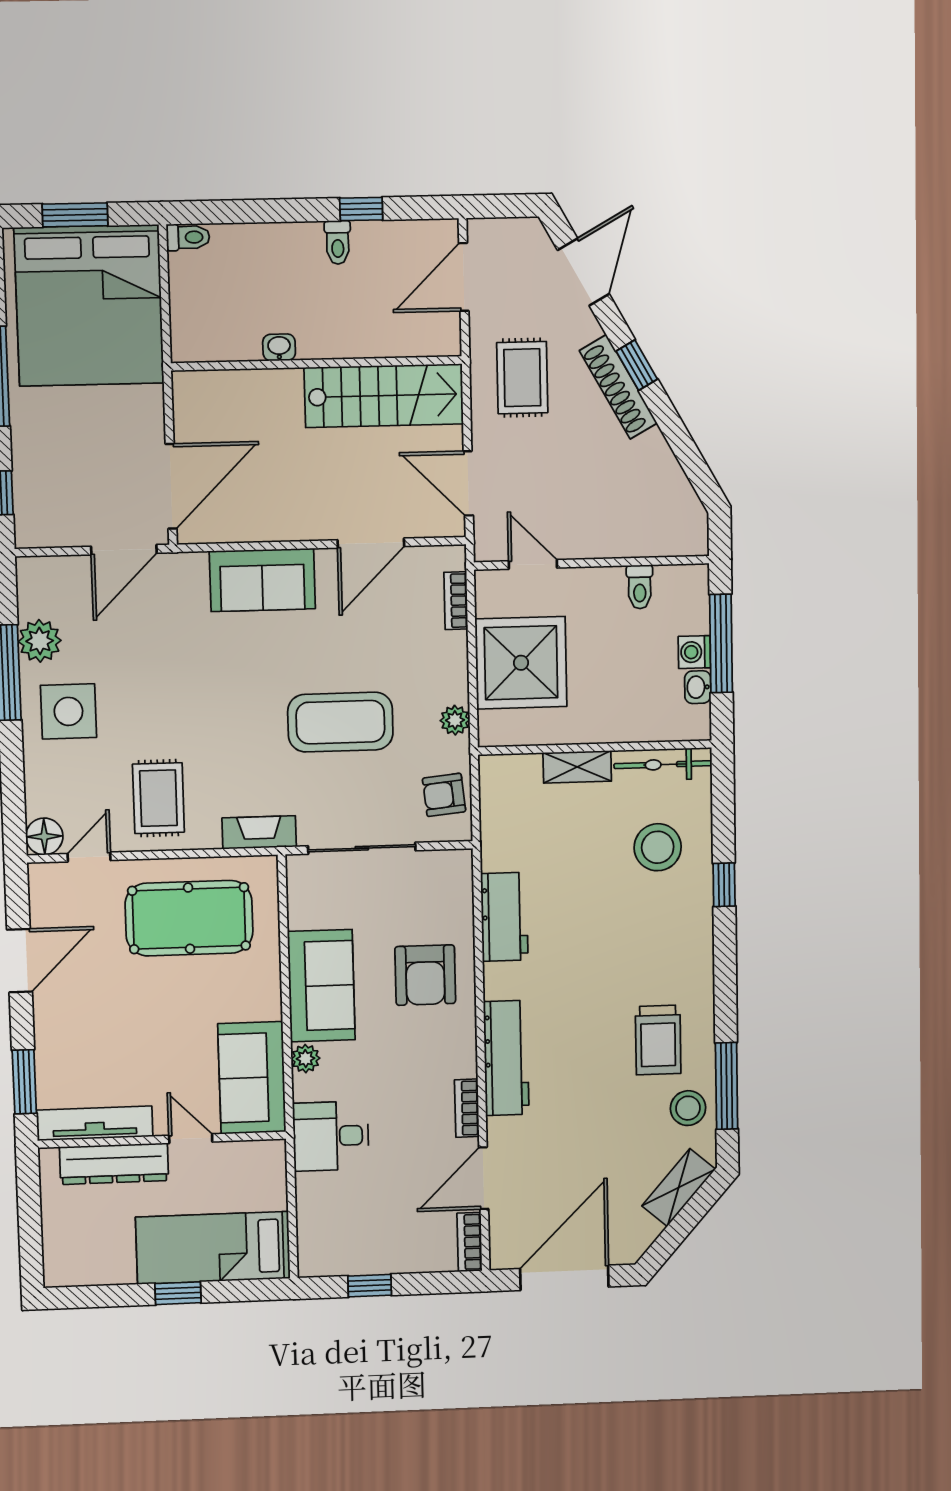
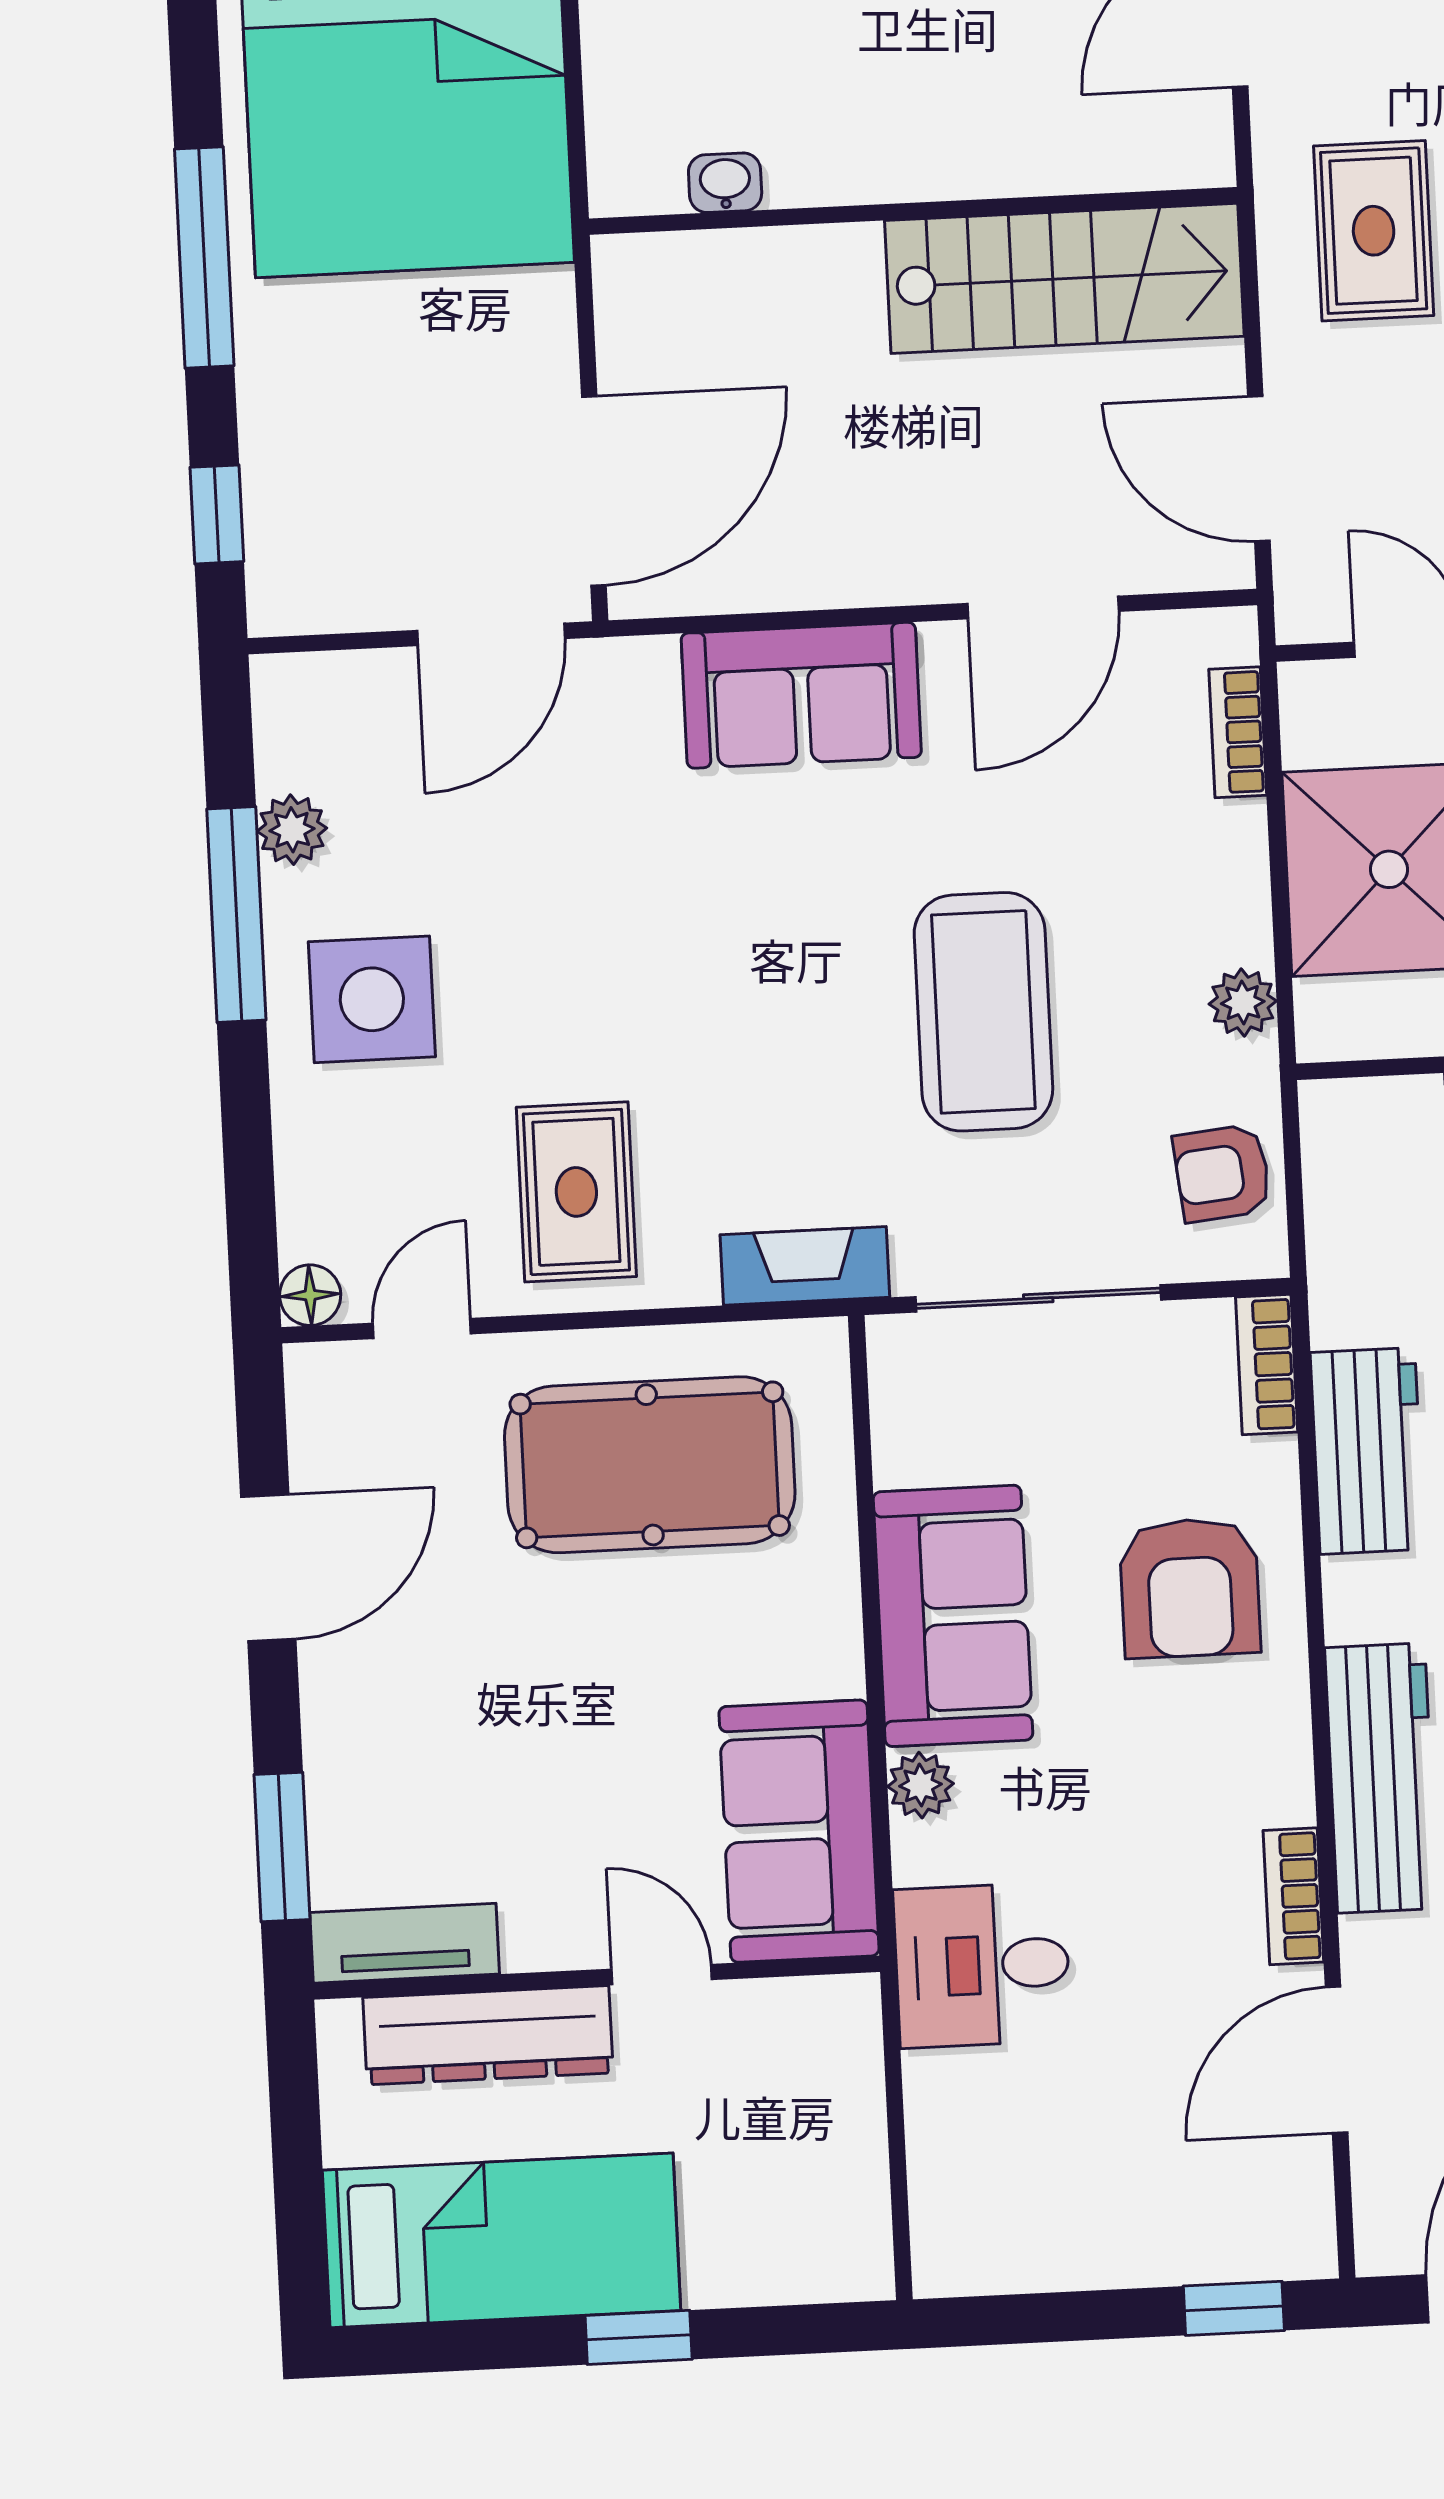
washbasin: (279, 347) -> (725, 183), moved
plant: (40, 641) -> (292, 830), width x0.73, depth x0.73
coffee table: (340, 722) -> (983, 1012), turned 90
floor lamp: (44, 836) -> (310, 1295), width x0.73, depth x0.73
tv unit: (95, 1123) -> (405, 1943), width x0.71
bookcase: (470, 1242) -> (1267, 1364), moved
bed: (213, 1248) -> (502, 2240), moved, turned 180
window: (370, 1286) -> (1234, 2308), moved

